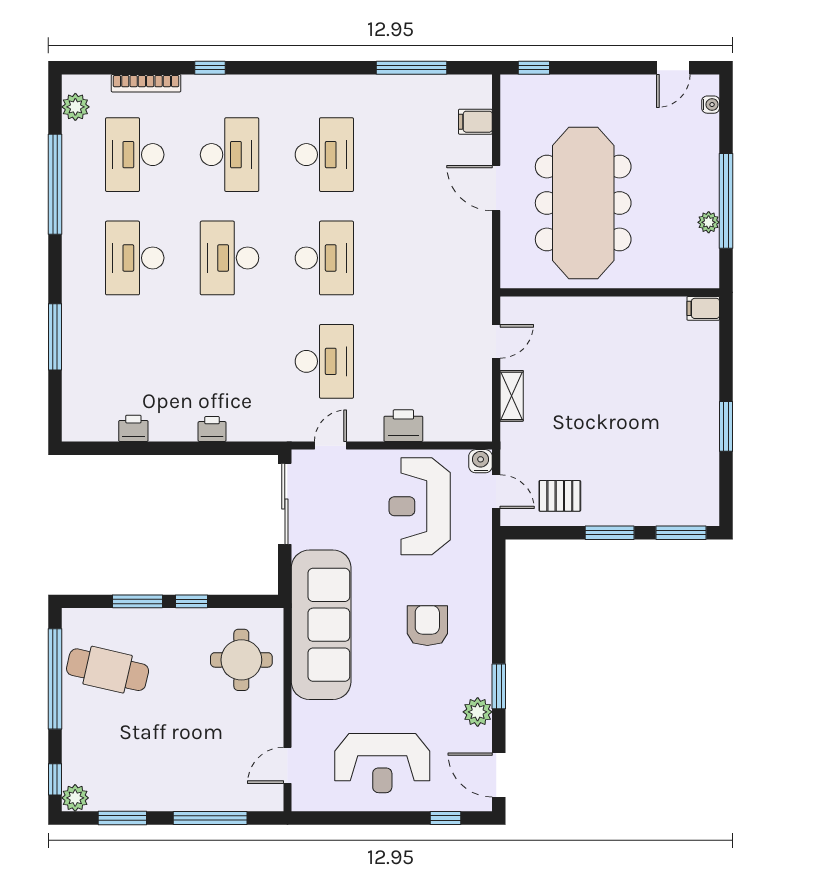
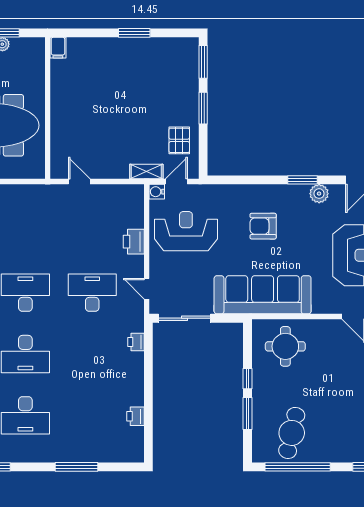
shelving: (512, 396) -> (146, 172), moved
printer: (212, 429) -> (136, 342), moved
reception desk: (420, 506) -> (186, 231), turned 180

